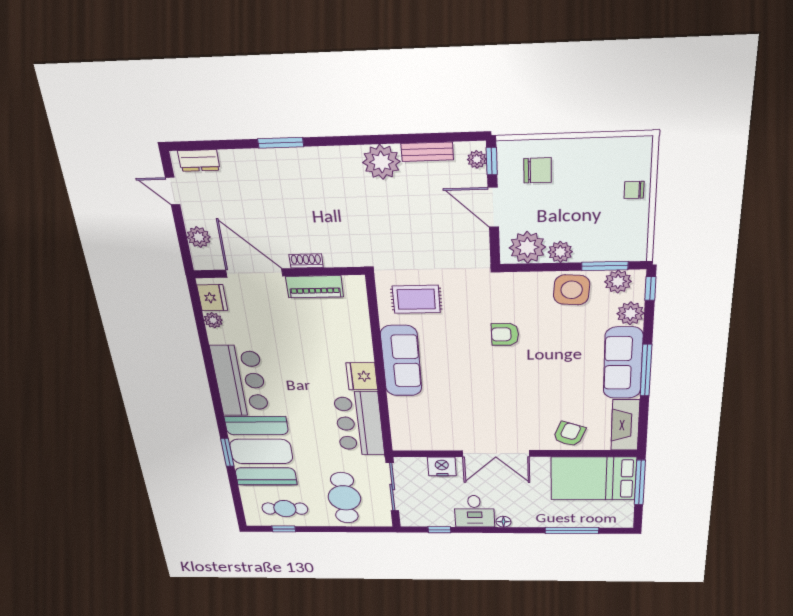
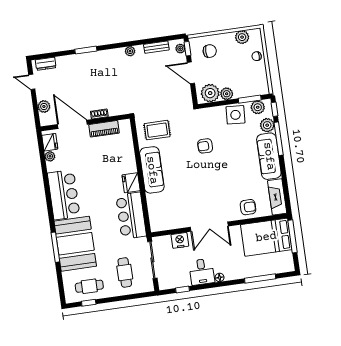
plant: (611, 150) -> (242, 37), added
plant: (381, 162) -> (130, 51), width x0.53, depth x0.53
window: (646, 370) -> (279, 139), moved
armchair: (569, 434) -> (248, 207), turned 70
window: (227, 452) -> (55, 247), width x1.44
cafe table: (344, 498) -> (125, 272), width x0.73, depth x0.74

